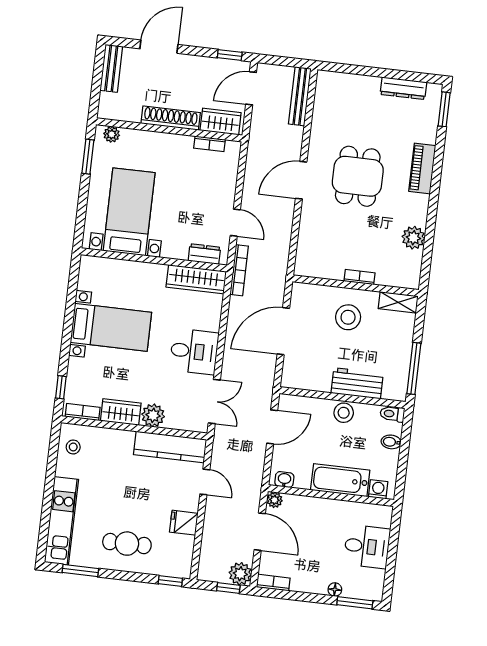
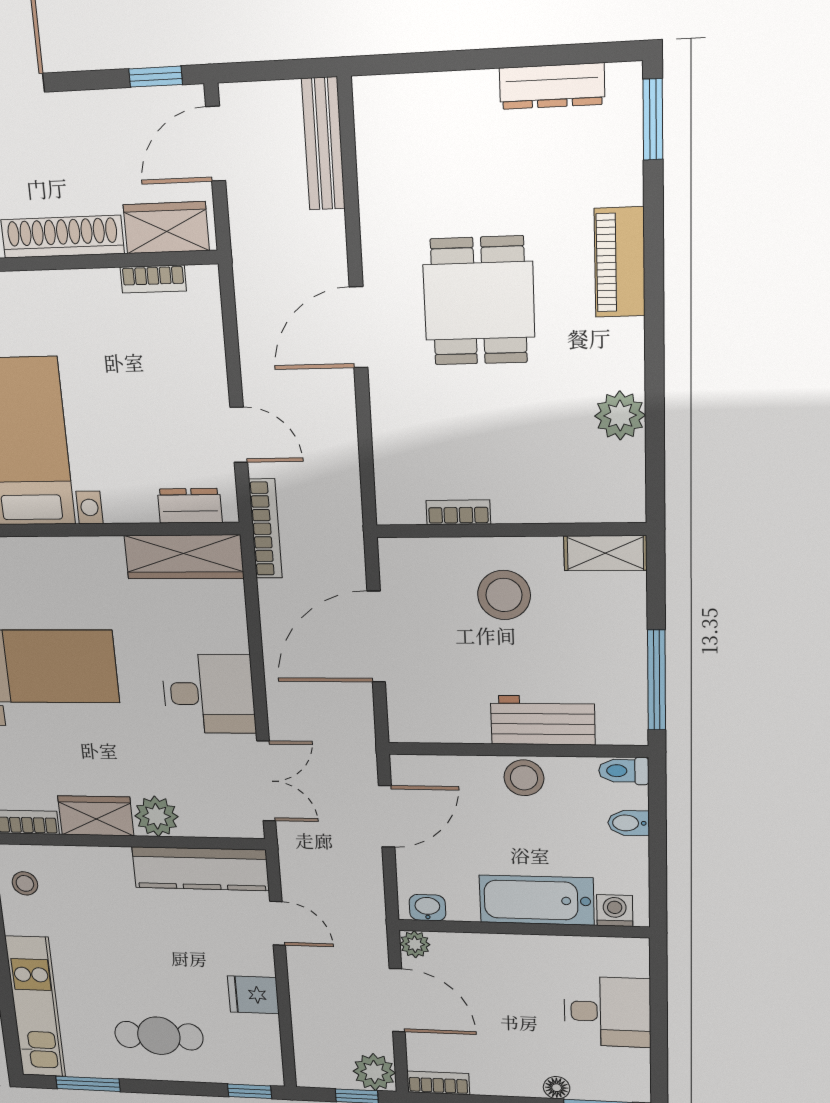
bookcase: (359, 277) -> (458, 512), moved

